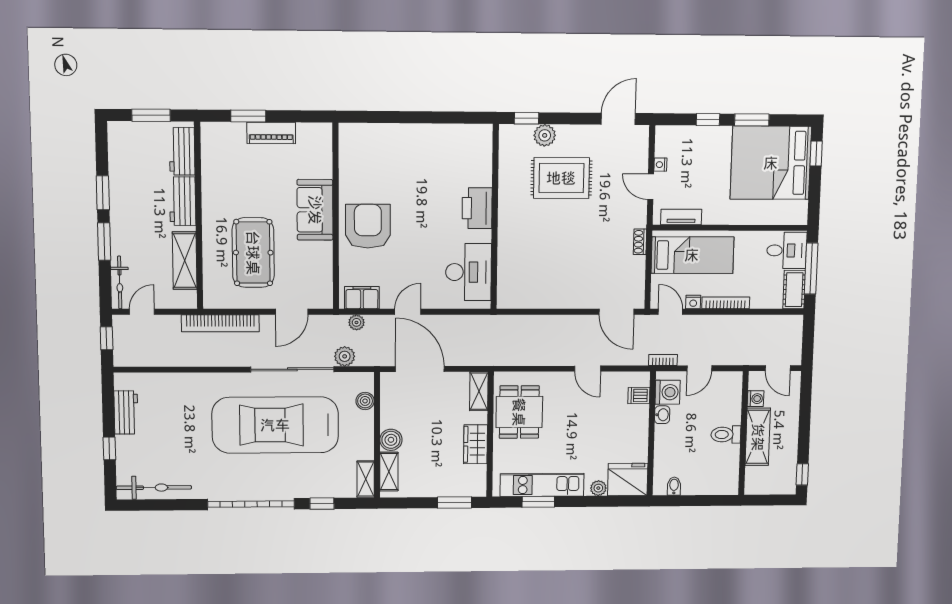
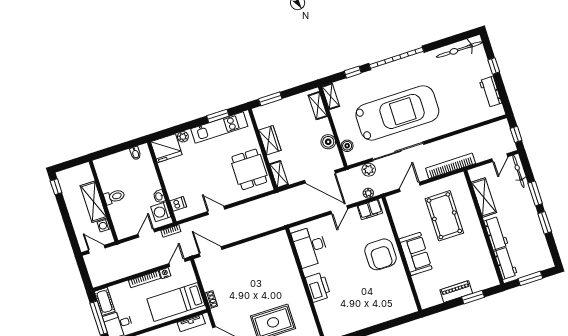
door: (670, 312) -> (177, 263), swing flipped
boiler: (391, 440) -> (328, 142), moved

